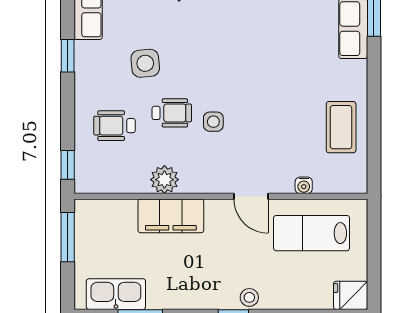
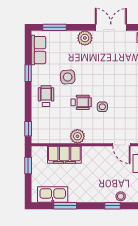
wheelchair: (114, 126) -> (46, 96), moved, turned 90
filing cabinet: (171, 216) -> (64, 155), moved
window: (68, 237) -> (28, 166), width x0.67

